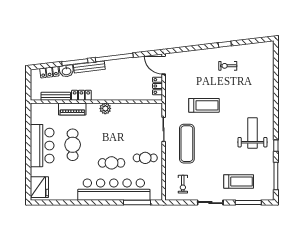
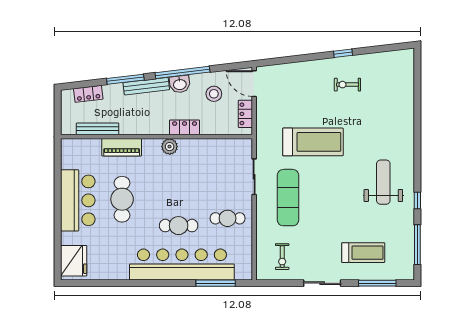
washbasin: (67, 71) -> (180, 84), moved
stool: (136, 72) -> (214, 94), added
locker: (81, 95) -> (185, 127), moved
treadmill: (204, 105) -> (313, 142), width x1.37, depth x1.38

